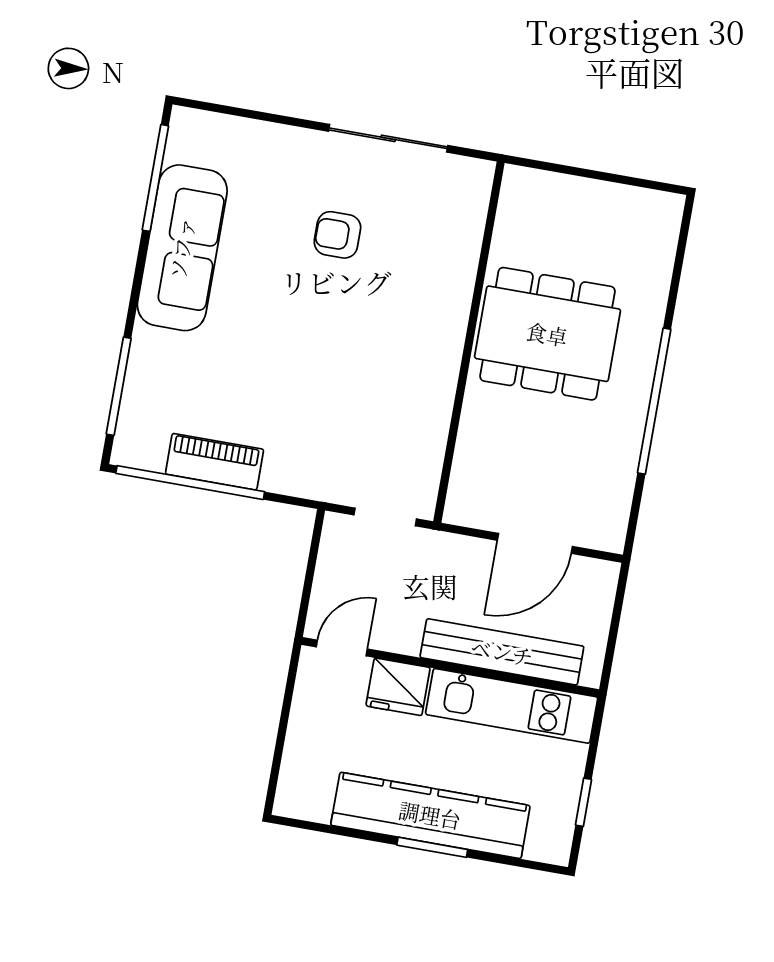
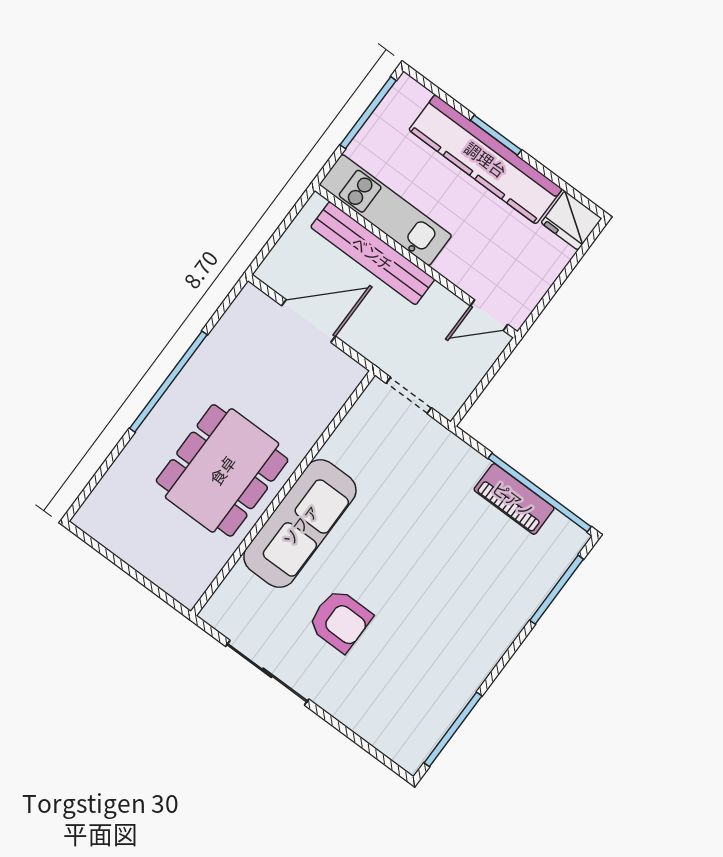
armchair: (337, 235) -> (340, 621), width x1.38, depth x1.38
sofa: (182, 248) -> (300, 524), moved, turned 180
dining table: (547, 334) -> (222, 470), turned 90
fridge: (398, 687) -> (571, 221), moved, turned 180
window: (583, 802) -> (368, 113), width x2.17

